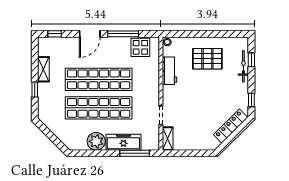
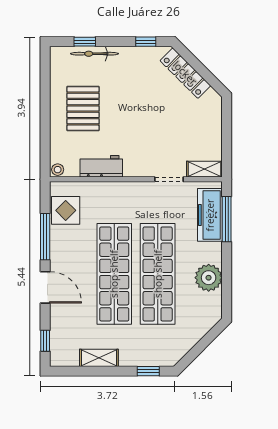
window: (35, 89) -> (148, 371), moved
freezer: (123, 142) -> (210, 215), moved

